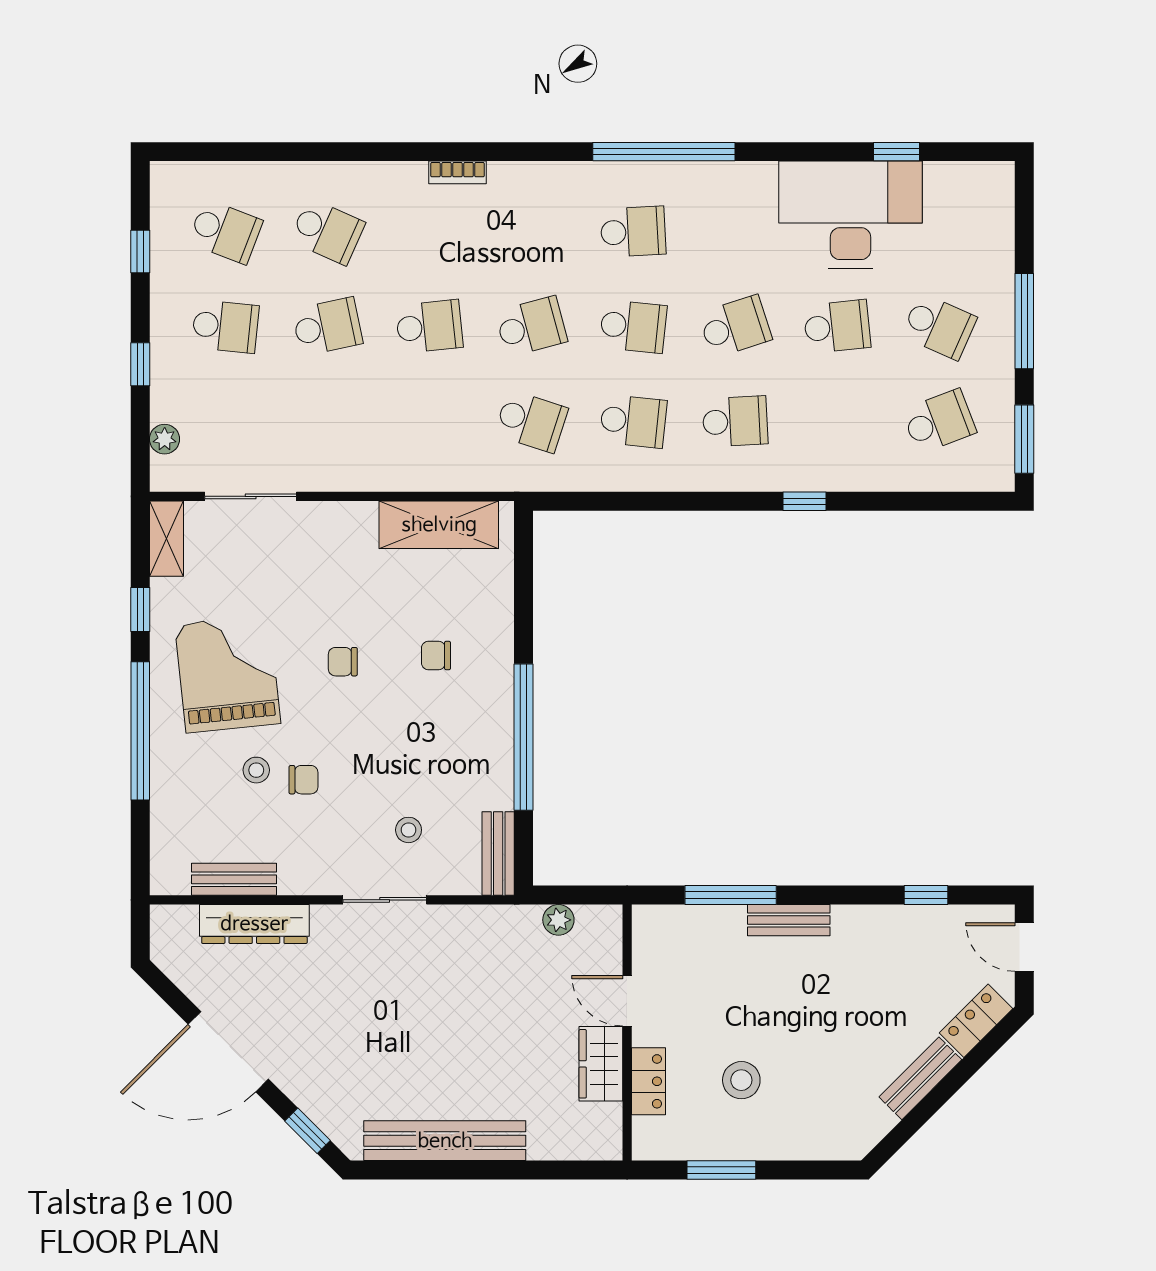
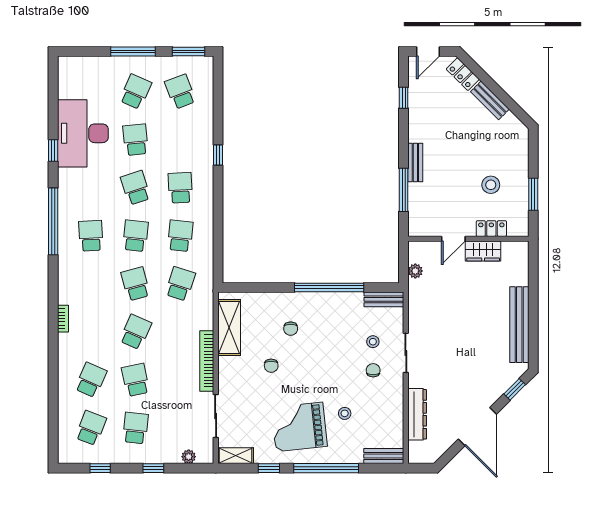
window: (896, 152) -> (53, 151), moved
school desk: (429, 326) -> (136, 332), turned 30
bookcase: (368, 477) -> (207, 361), added
chair: (343, 662) -> (271, 366), moved
chair: (303, 780) -> (373, 370), moved
bench: (234, 879) -> (384, 456), moved, turned 90

